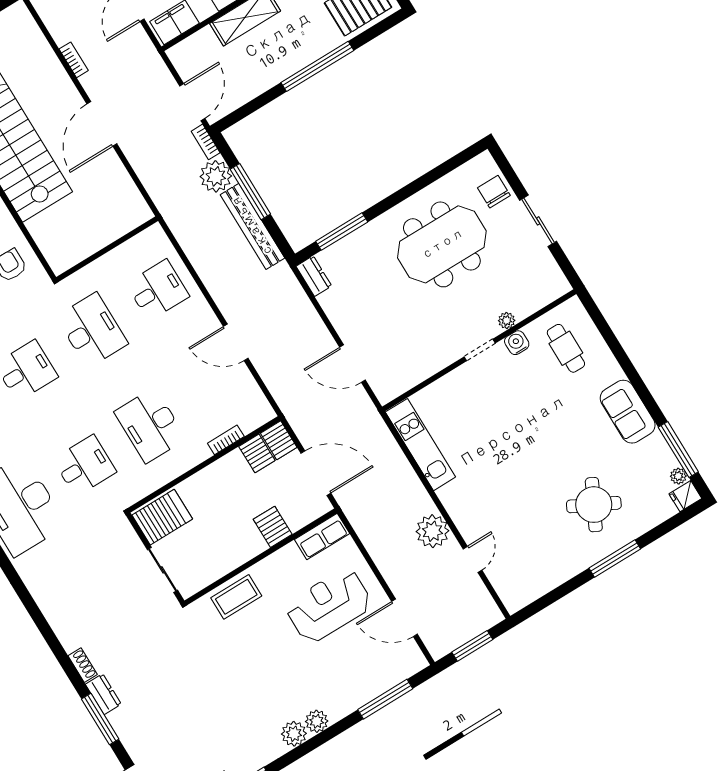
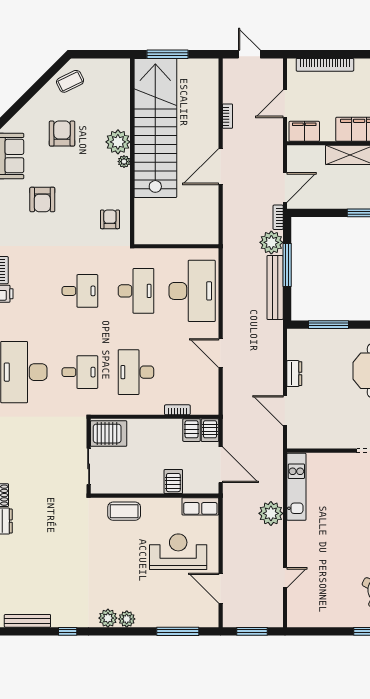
dresser: (314, 276) -> (294, 374), moved
desk: (158, 290) -> (192, 291), width x1.87, depth x1.30
plant: (432, 531) -> (271, 513), moved

